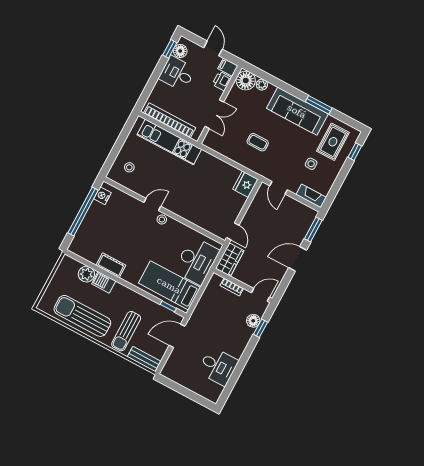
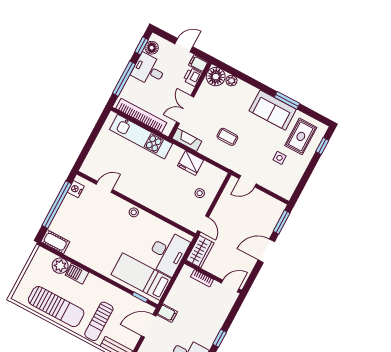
door: (213, 48) -> (184, 45), hinge flipped
window: (152, 83) -> (124, 79), added
sofa: (297, 111) -> (273, 110), width x0.73
double door: (214, 114) -> (185, 110), swing flipped
stool: (129, 167) -> (200, 193), moved
fridge: (245, 184) -> (191, 163), moved, turned -90
door: (278, 188) -> (248, 181), hinge flipped
fireplace: (311, 196) -> (187, 140), moved
door: (152, 204) -> (104, 187), moved
cot: (111, 265) -> (55, 242), moved
sun lounger: (82, 316) -> (56, 307), turned 180
floor lamp: (253, 321) -> (223, 311), removed
filing cabinet: (196, 323) -> (167, 313), added
window: (261, 328) -> (220, 338), moved

